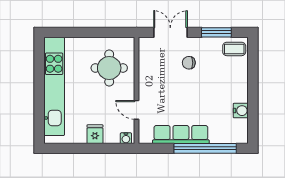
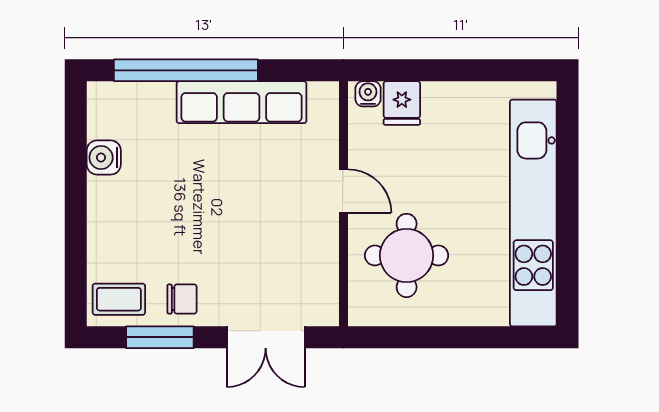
chair: (189, 63) -> (182, 299), moved
door: (137, 110) -> (343, 191), moved
fridge: (95, 134) -> (402, 103), moved

